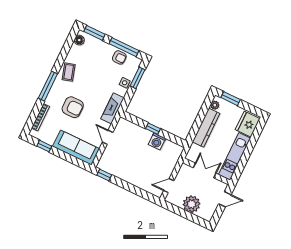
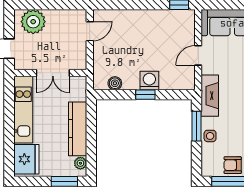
window: (138, 78) -> (197, 126), moved
door: (108, 137) -> (198, 55), swing flipped
washing machine: (157, 141) -> (149, 81), moved
boiler: (169, 145) -> (115, 83), added
plant: (191, 204) -> (33, 22), moved

